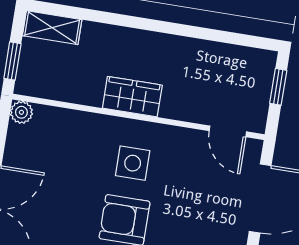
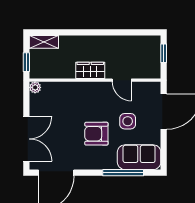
door: (228, 131) -> (122, 80), moved
side table: (133, 163) -> (128, 121), moved

